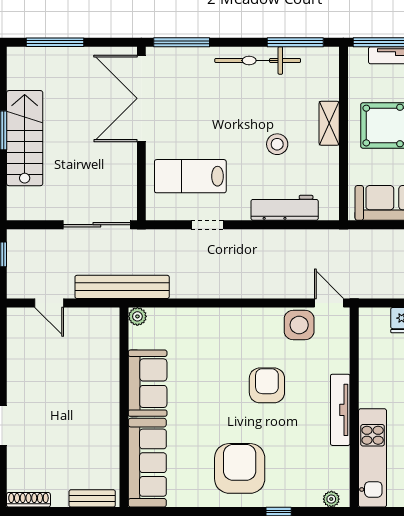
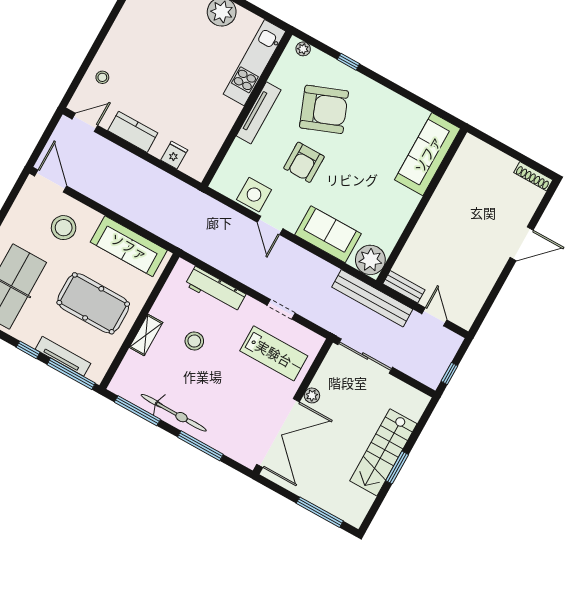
window: (182, 42) -> (200, 446), moved
plant: (128, 155) -> (312, 395), added
door: (329, 303) -> (270, 225), moved
plant: (137, 316) -> (370, 260), width x1.87, depth x1.87
sofa: (148, 383) -> (328, 234), moved, turned 90
armchair: (240, 468) -> (324, 109), moved, turned -111
bench: (92, 498) -> (404, 287), moved

